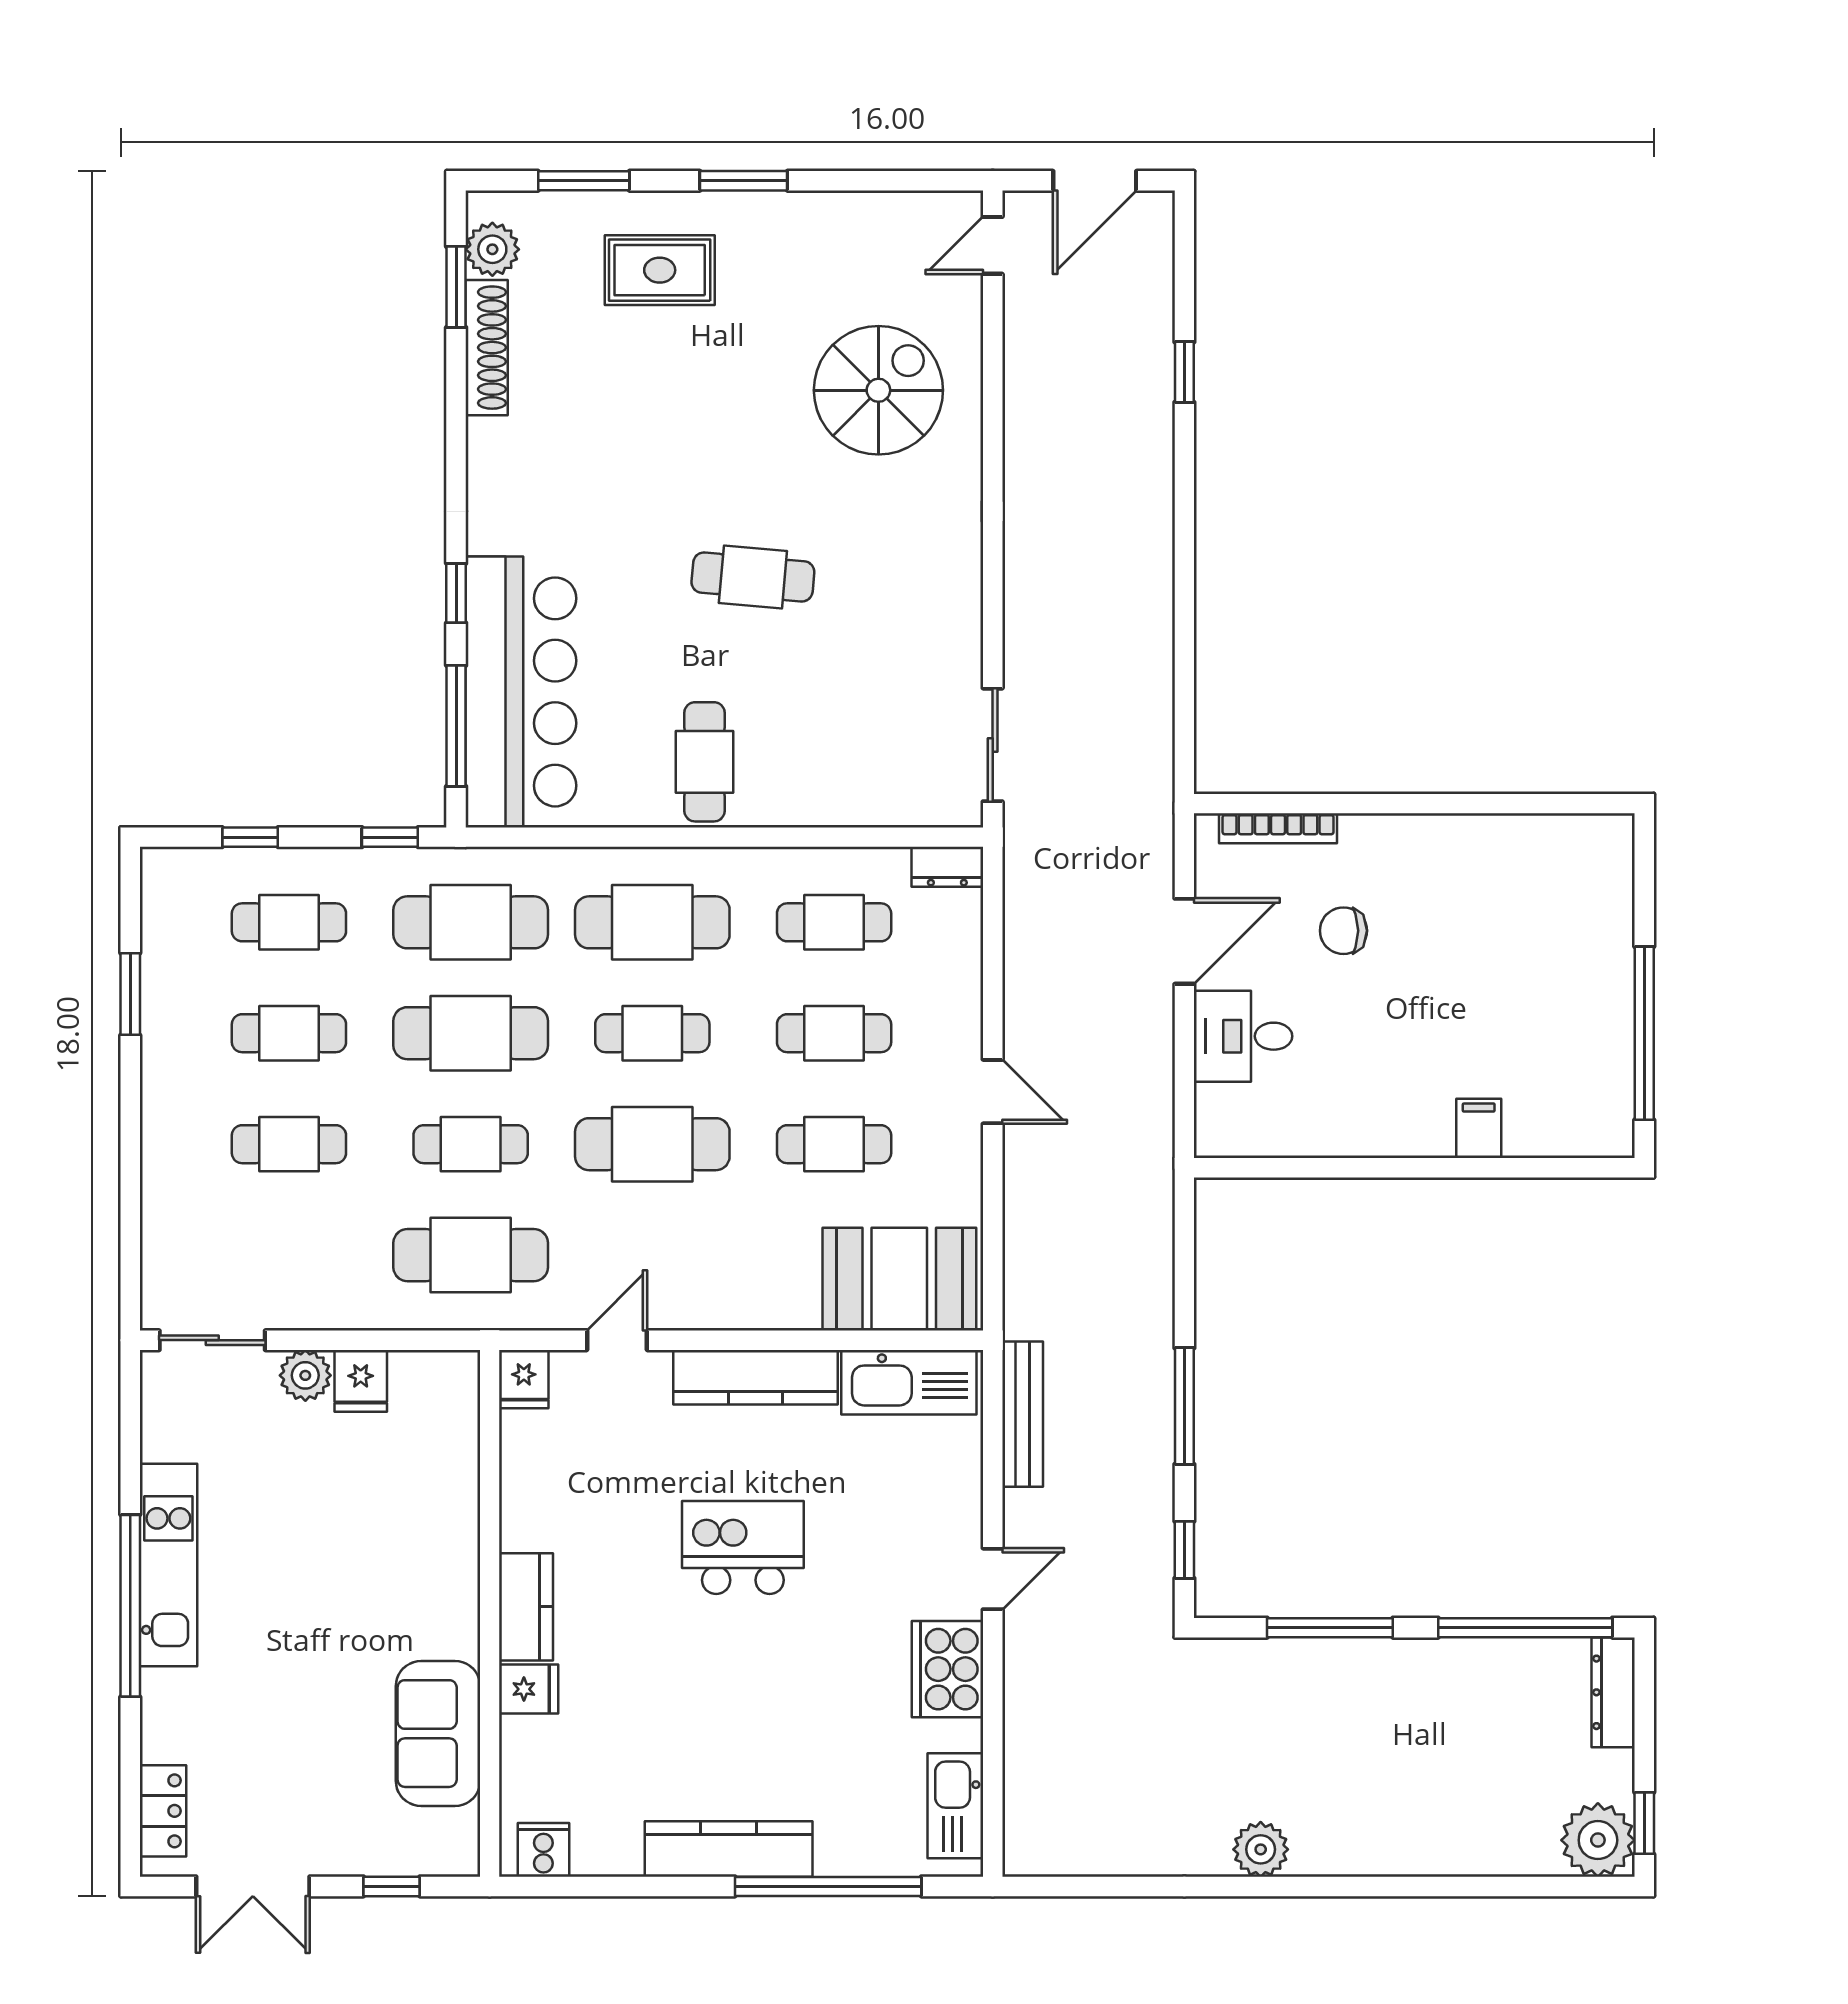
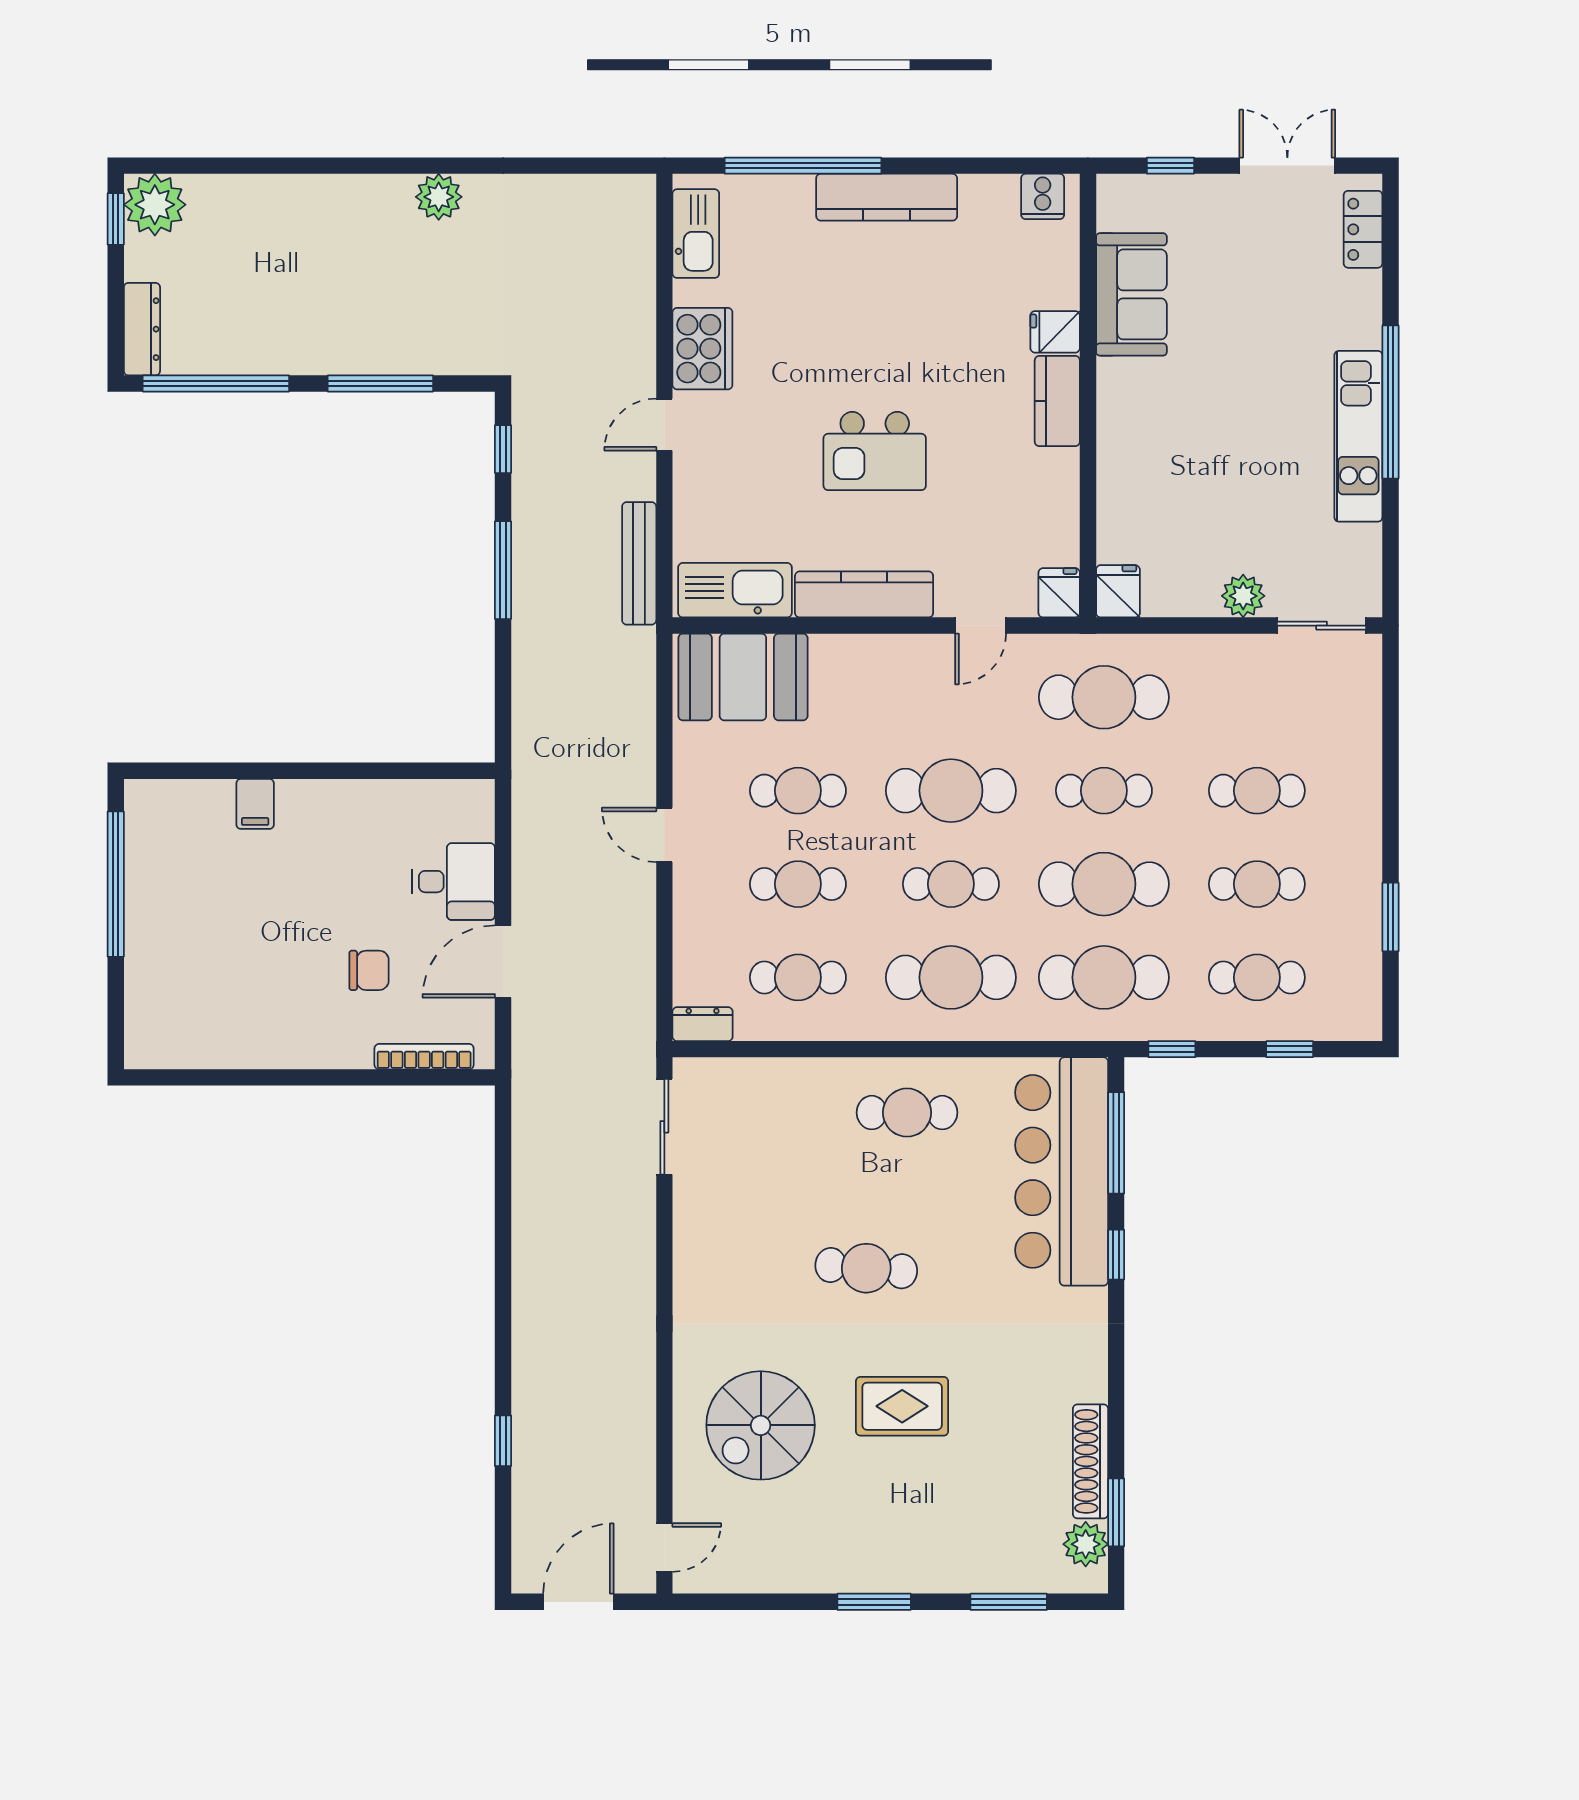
rug: (660, 270) -> (902, 1406), moved
cafe table: (705, 762) -> (907, 1113), turned 90
fridge: (361, 1381) -> (1118, 591), moved

